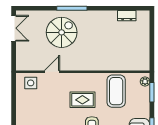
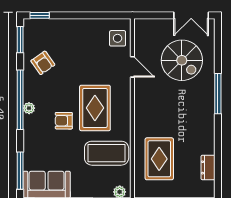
spiral stairs: (62, 32) -> (182, 60), moved
rug: (120, 52) -> (159, 159), added
rug: (82, 100) -> (95, 108), width x1.36, depth x1.43

